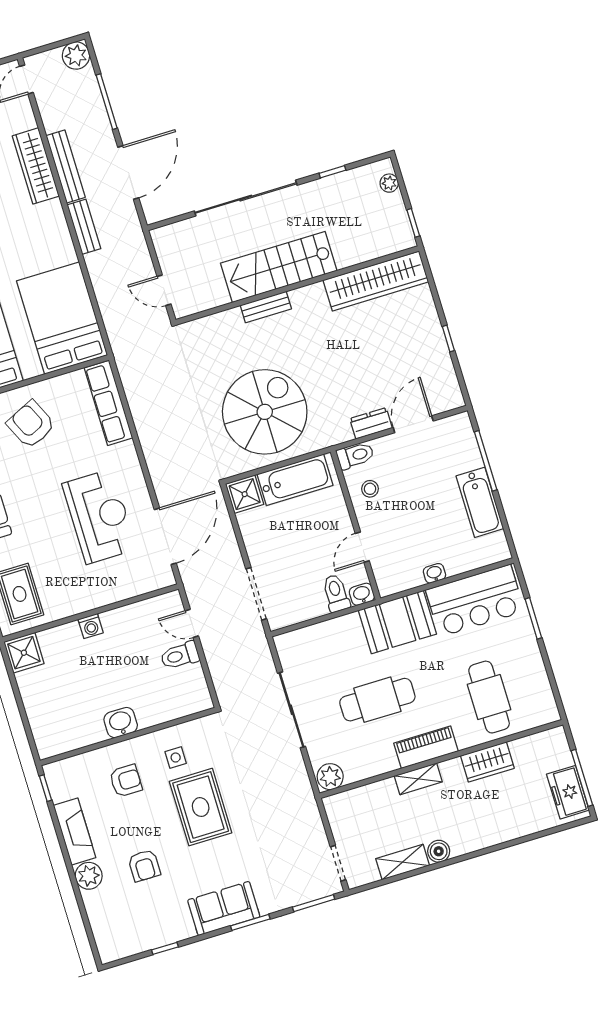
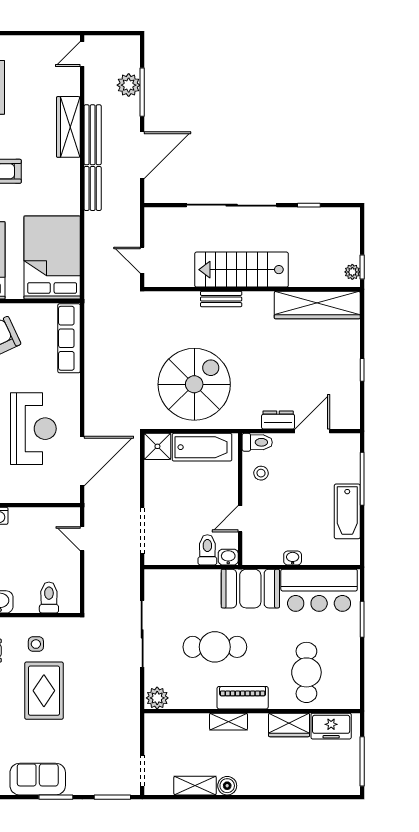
plant: (76, 55) -> (129, 85), moved
plant: (389, 183) -> (352, 272), moved
toilet: (180, 655) -> (49, 598), moved, turned 90
freezer: (568, 792) -> (331, 726), moved, turned -90

